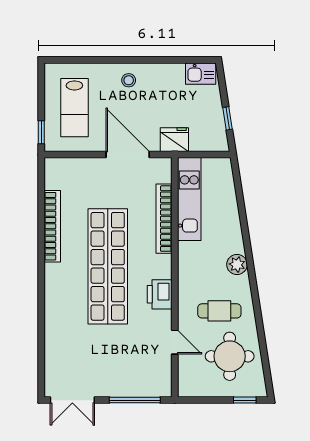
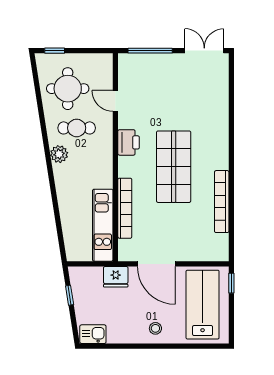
lab bench: (74, 108) -> (203, 305), width x1.36, depth x1.39
plant: (237, 264) -> (59, 154), moved
shop shelf: (108, 266) -> (174, 167), width x0.71

